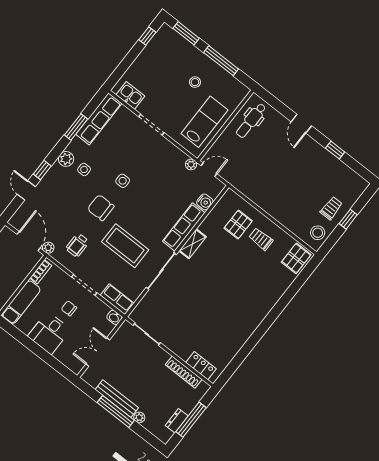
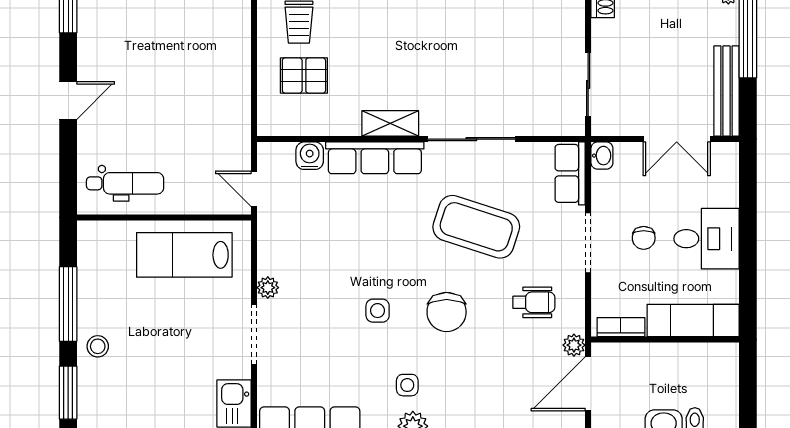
stool: (195, 82) -> (98, 346), moved
plant: (191, 164) -> (268, 288), moved
coffee table: (125, 246) -> (476, 227), turned -72
bench: (117, 399) -> (726, 91), moved

